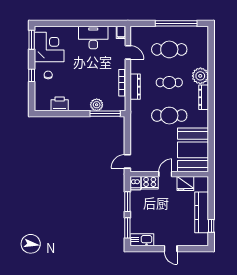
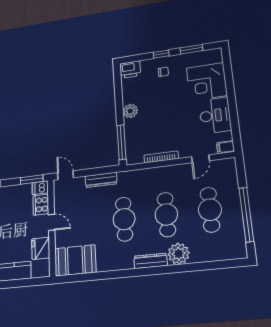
window: (32, 40) -> (191, 49), moved
corner desk: (49, 47) -> (207, 82), moved, turned 90
cafe table: (169, 82) -> (166, 214), width x1.37, depth x1.35
dresser: (135, 87) -> (101, 180), moved
printer: (60, 104) -> (130, 70), moved, turned 90
plant: (97, 105) -> (130, 111), moved
booth: (193, 150) -> (75, 260), width x0.73, depth x0.70
window: (127, 202) -> (32, 180), moved

